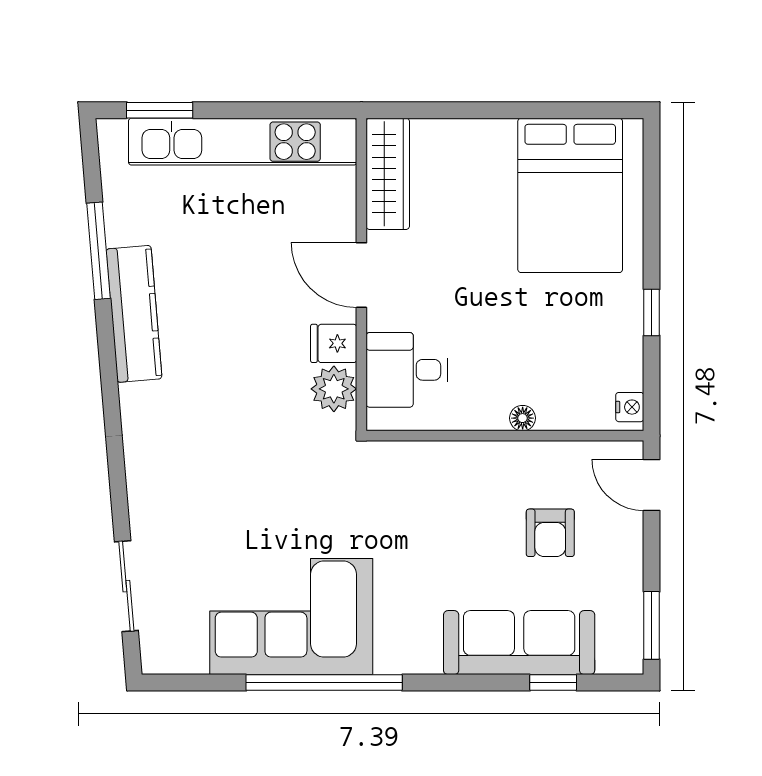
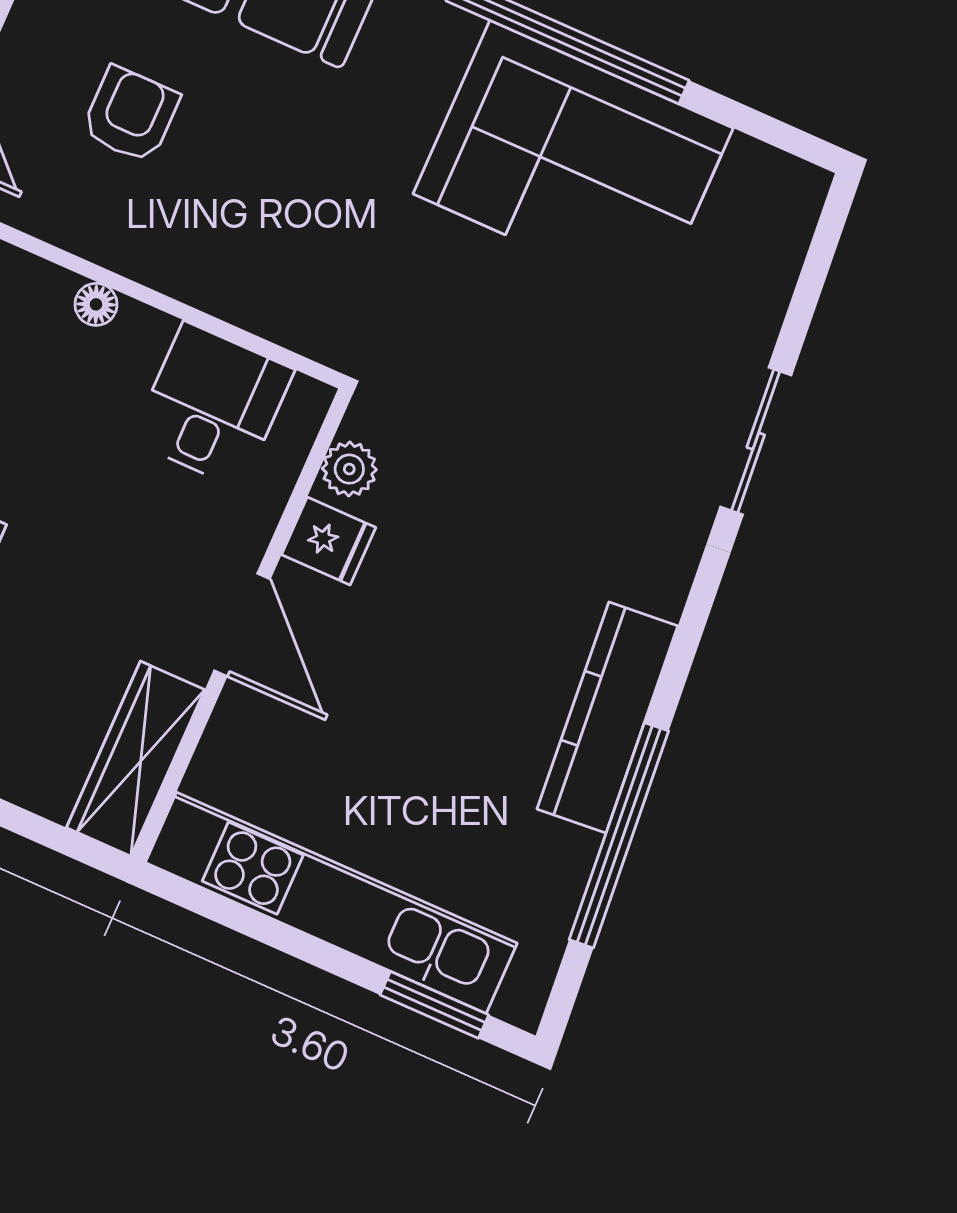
window: (98, 251) -> (619, 835), width x1.46
desk: (407, 370) -> (213, 405), moved, turned -90
plant: (334, 389) -> (349, 469), width x0.73, depth x0.73
sliding door: (126, 586) -> (756, 441), moved

